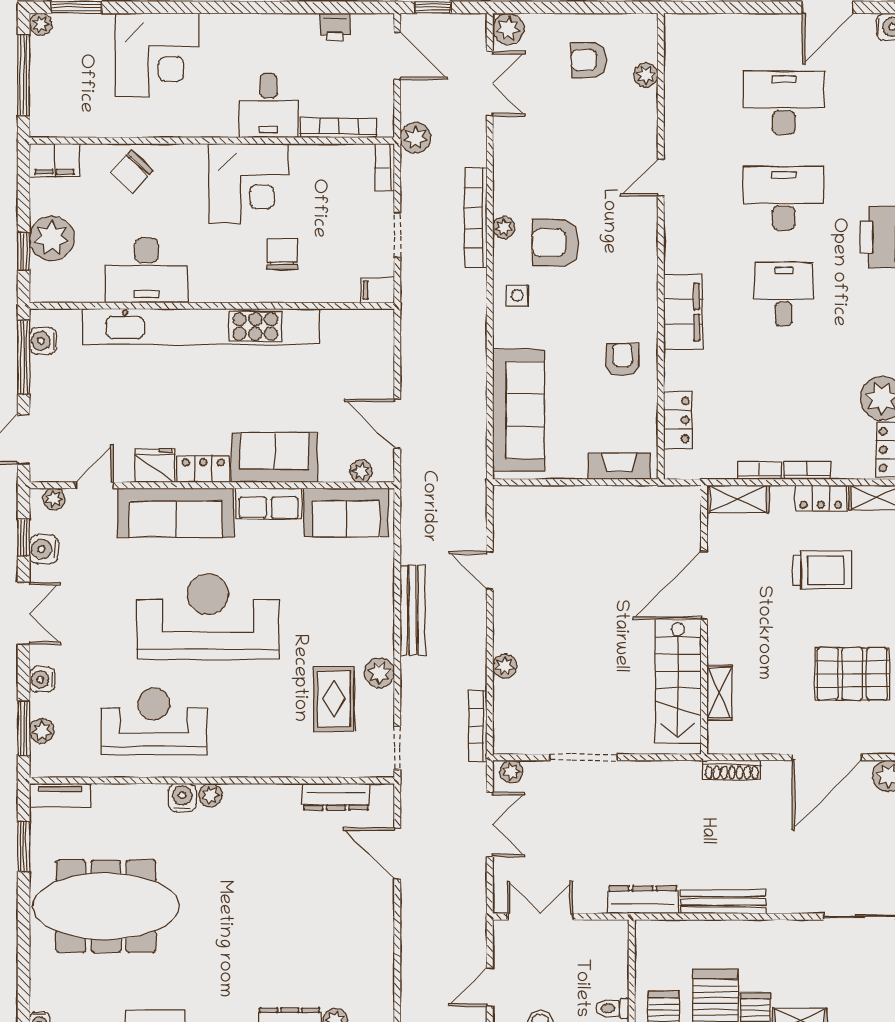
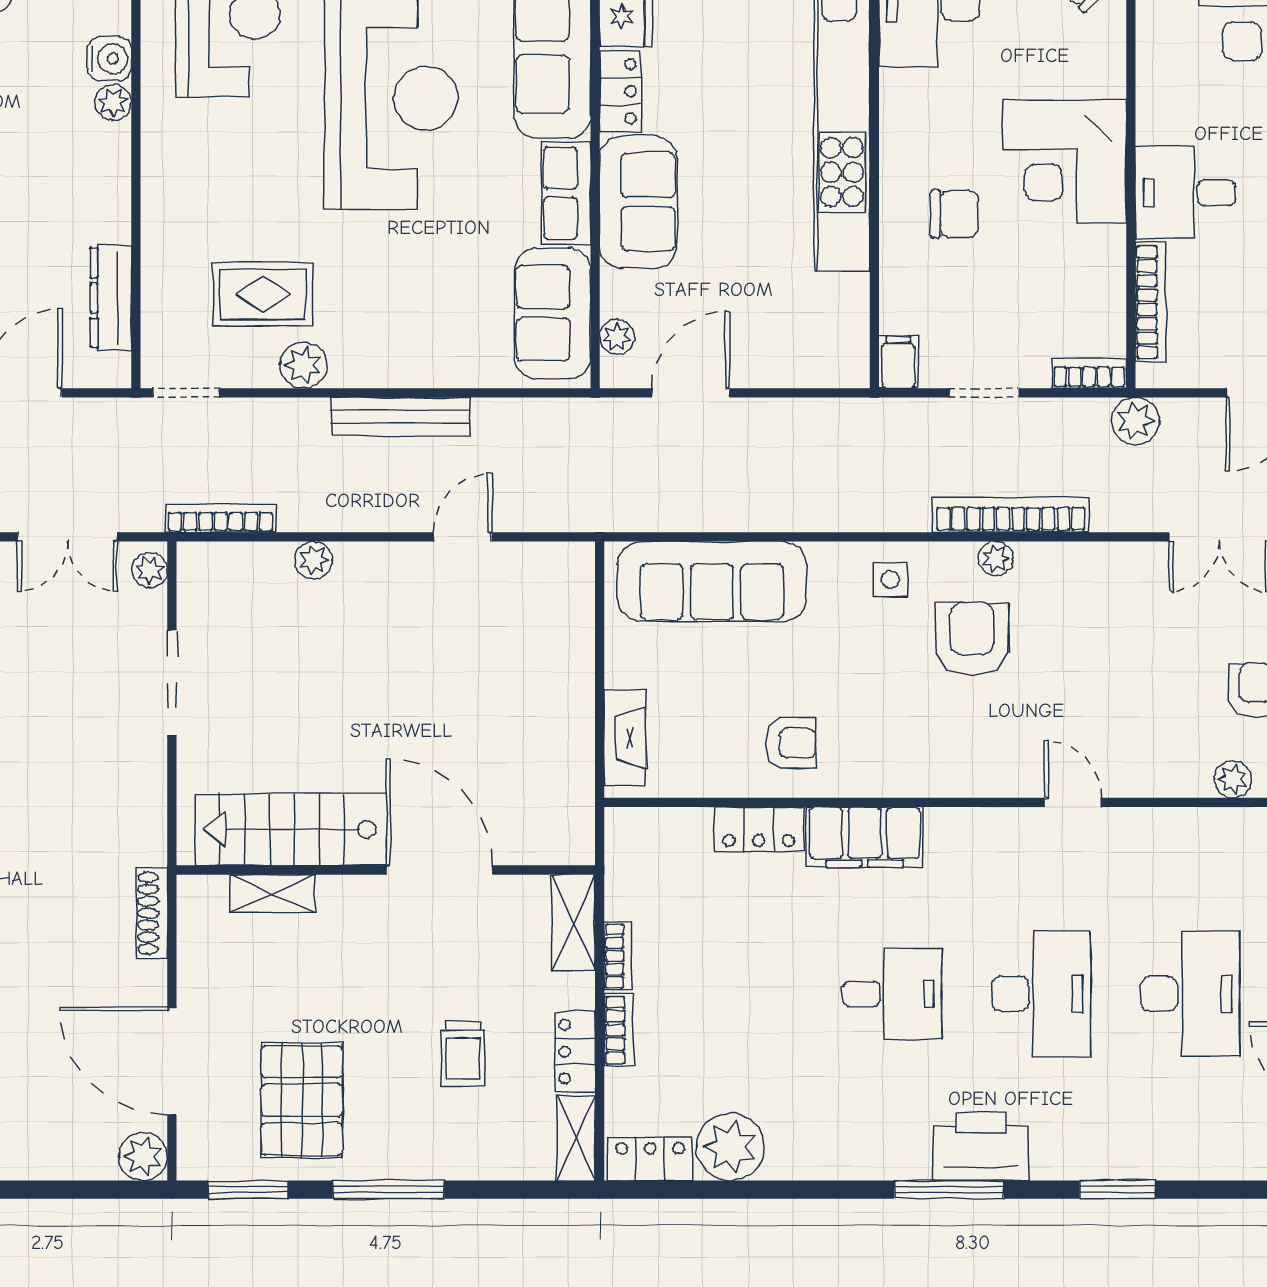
locker: (678, 420) -> (759, 829), moved
trolley: (822, 570) -> (463, 1054), width x0.73, depth x0.72

